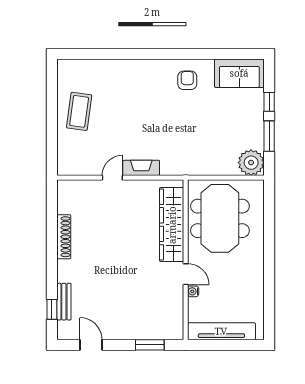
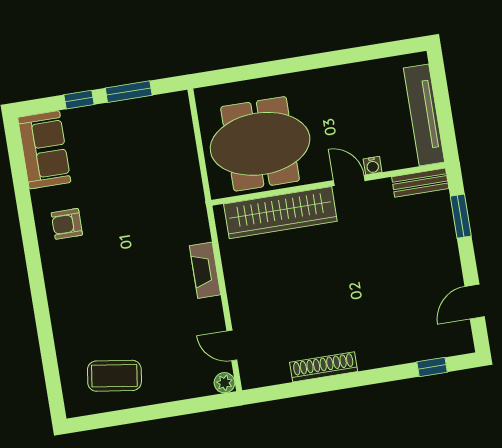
coffee table: (79, 111) -> (114, 376), moved
plant: (251, 163) -> (224, 383), moved, width x0.53, depth x0.53
door: (112, 178) -> (232, 346), moved
door: (186, 274) -> (349, 181), hinge flipped
bench: (64, 302) -> (420, 183), moved

